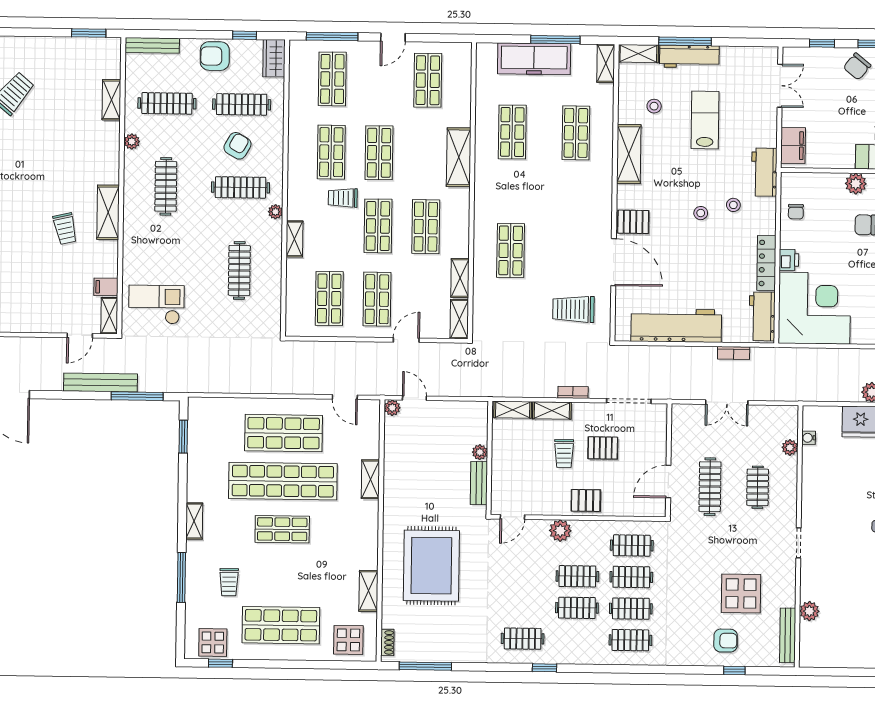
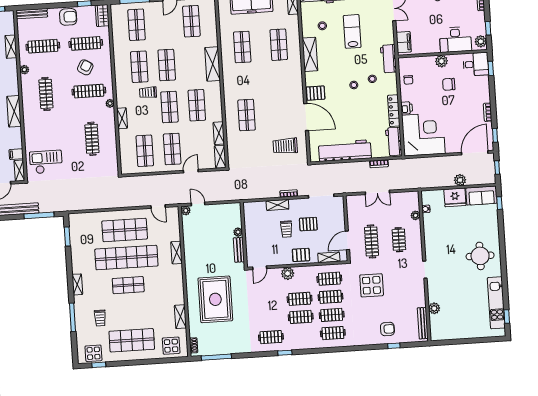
armchair: (215, 56) -> (68, 17), turned 180
shelving: (513, 410) -> (329, 257), moved
display table: (741, 593) -> (372, 285), moved

